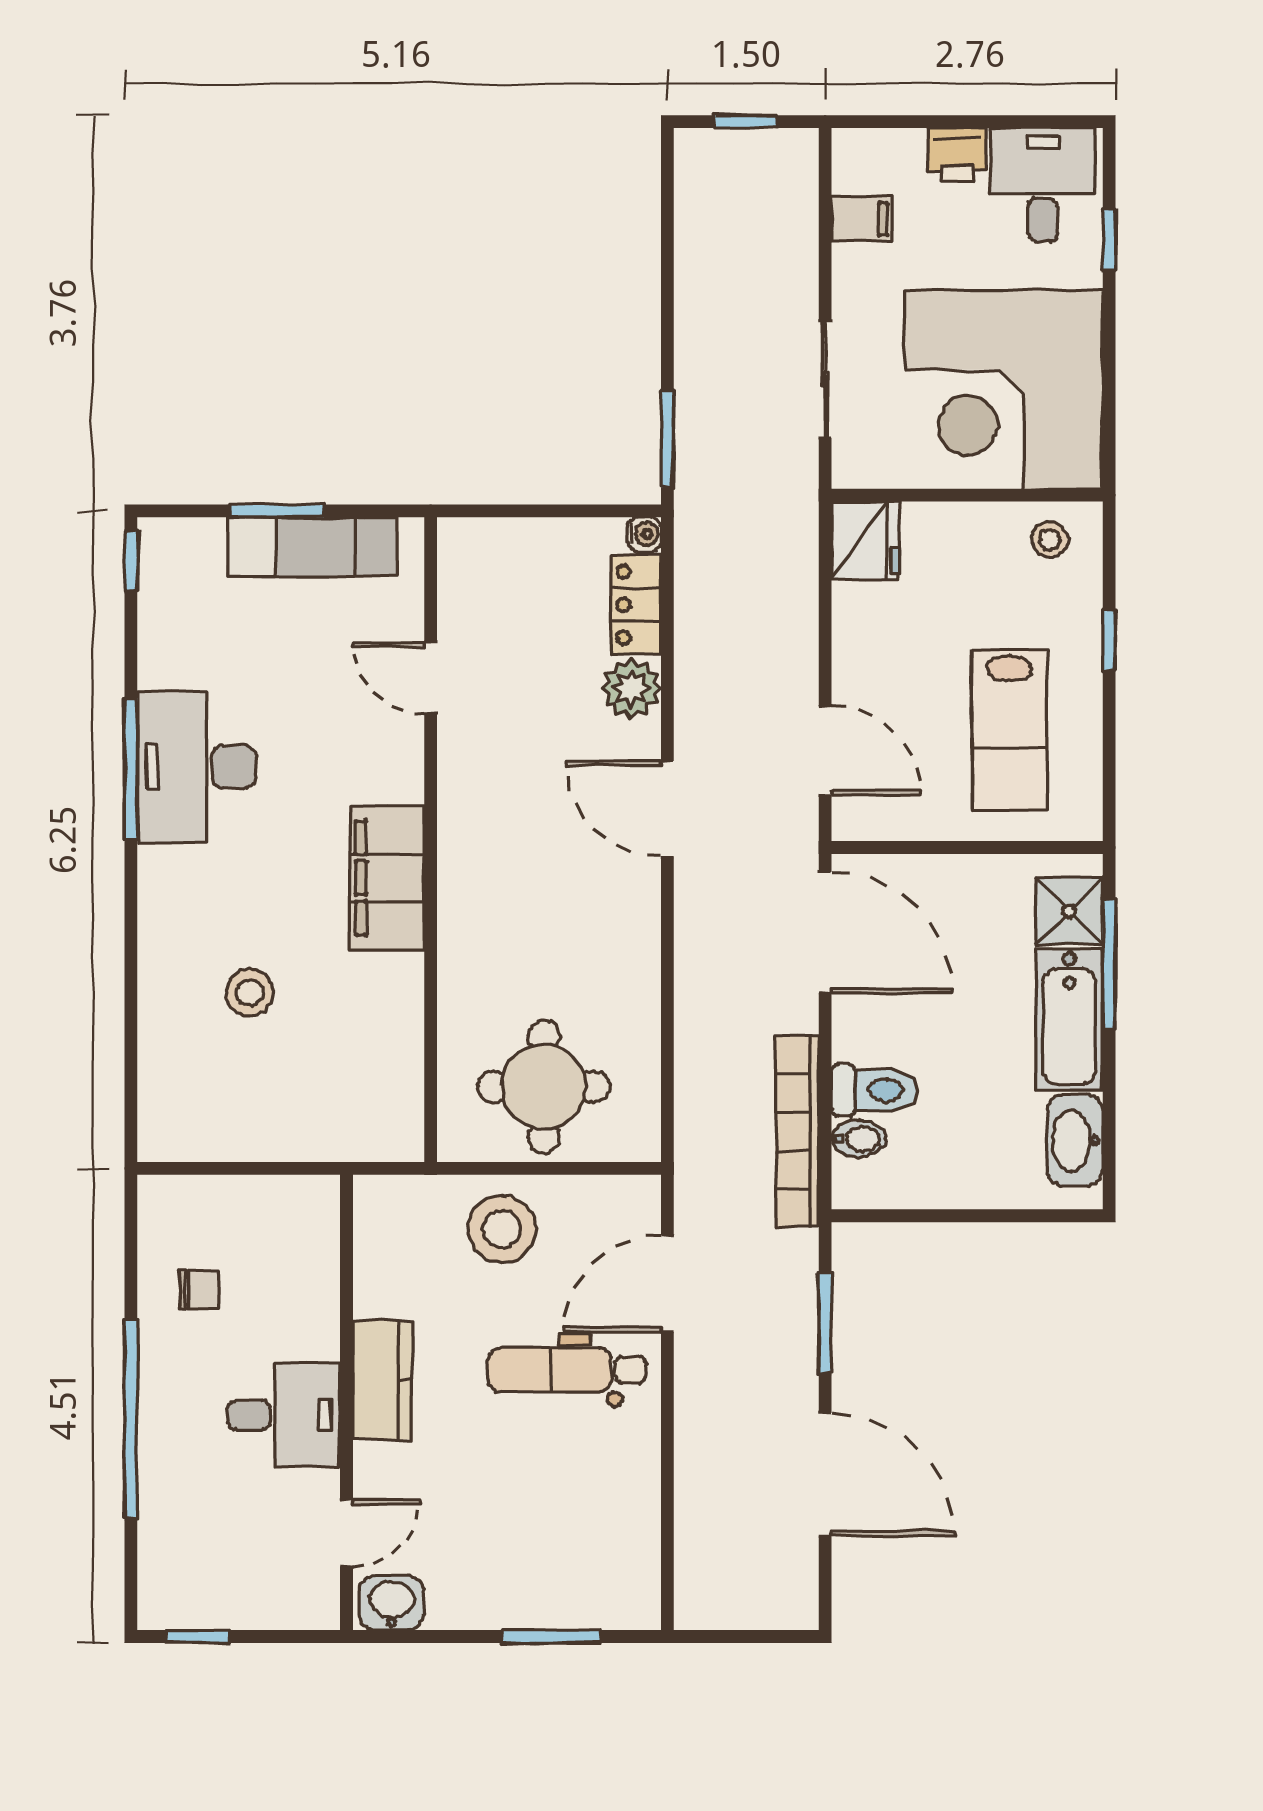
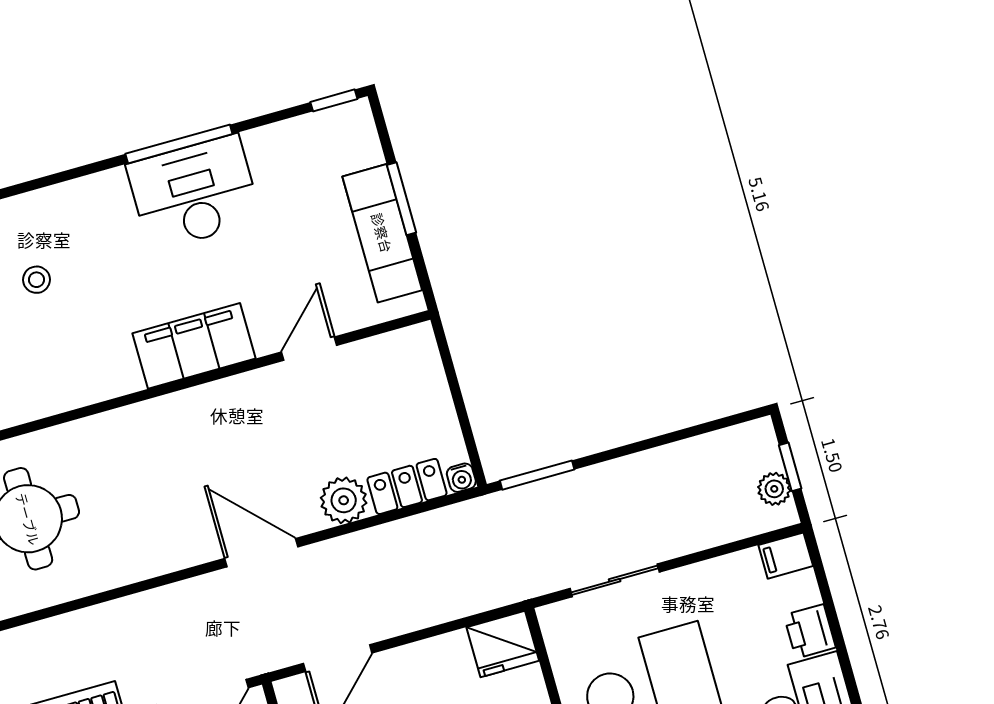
plant: (767, 149) -> (774, 489), added
filing cabinet: (862, 219) -> (786, 556), moved, turned 90
door: (667, 809) -> (261, 553), hinge flipped
filing cabinet: (387, 878) -> (194, 346), moved
stool: (250, 993) -> (37, 280), width x0.73, depth x0.73

